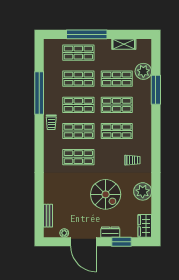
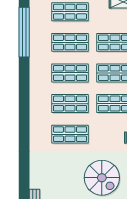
window: (39, 93) -> (24, 32), moved
trolley: (51, 122) -> (38, 93), removed

